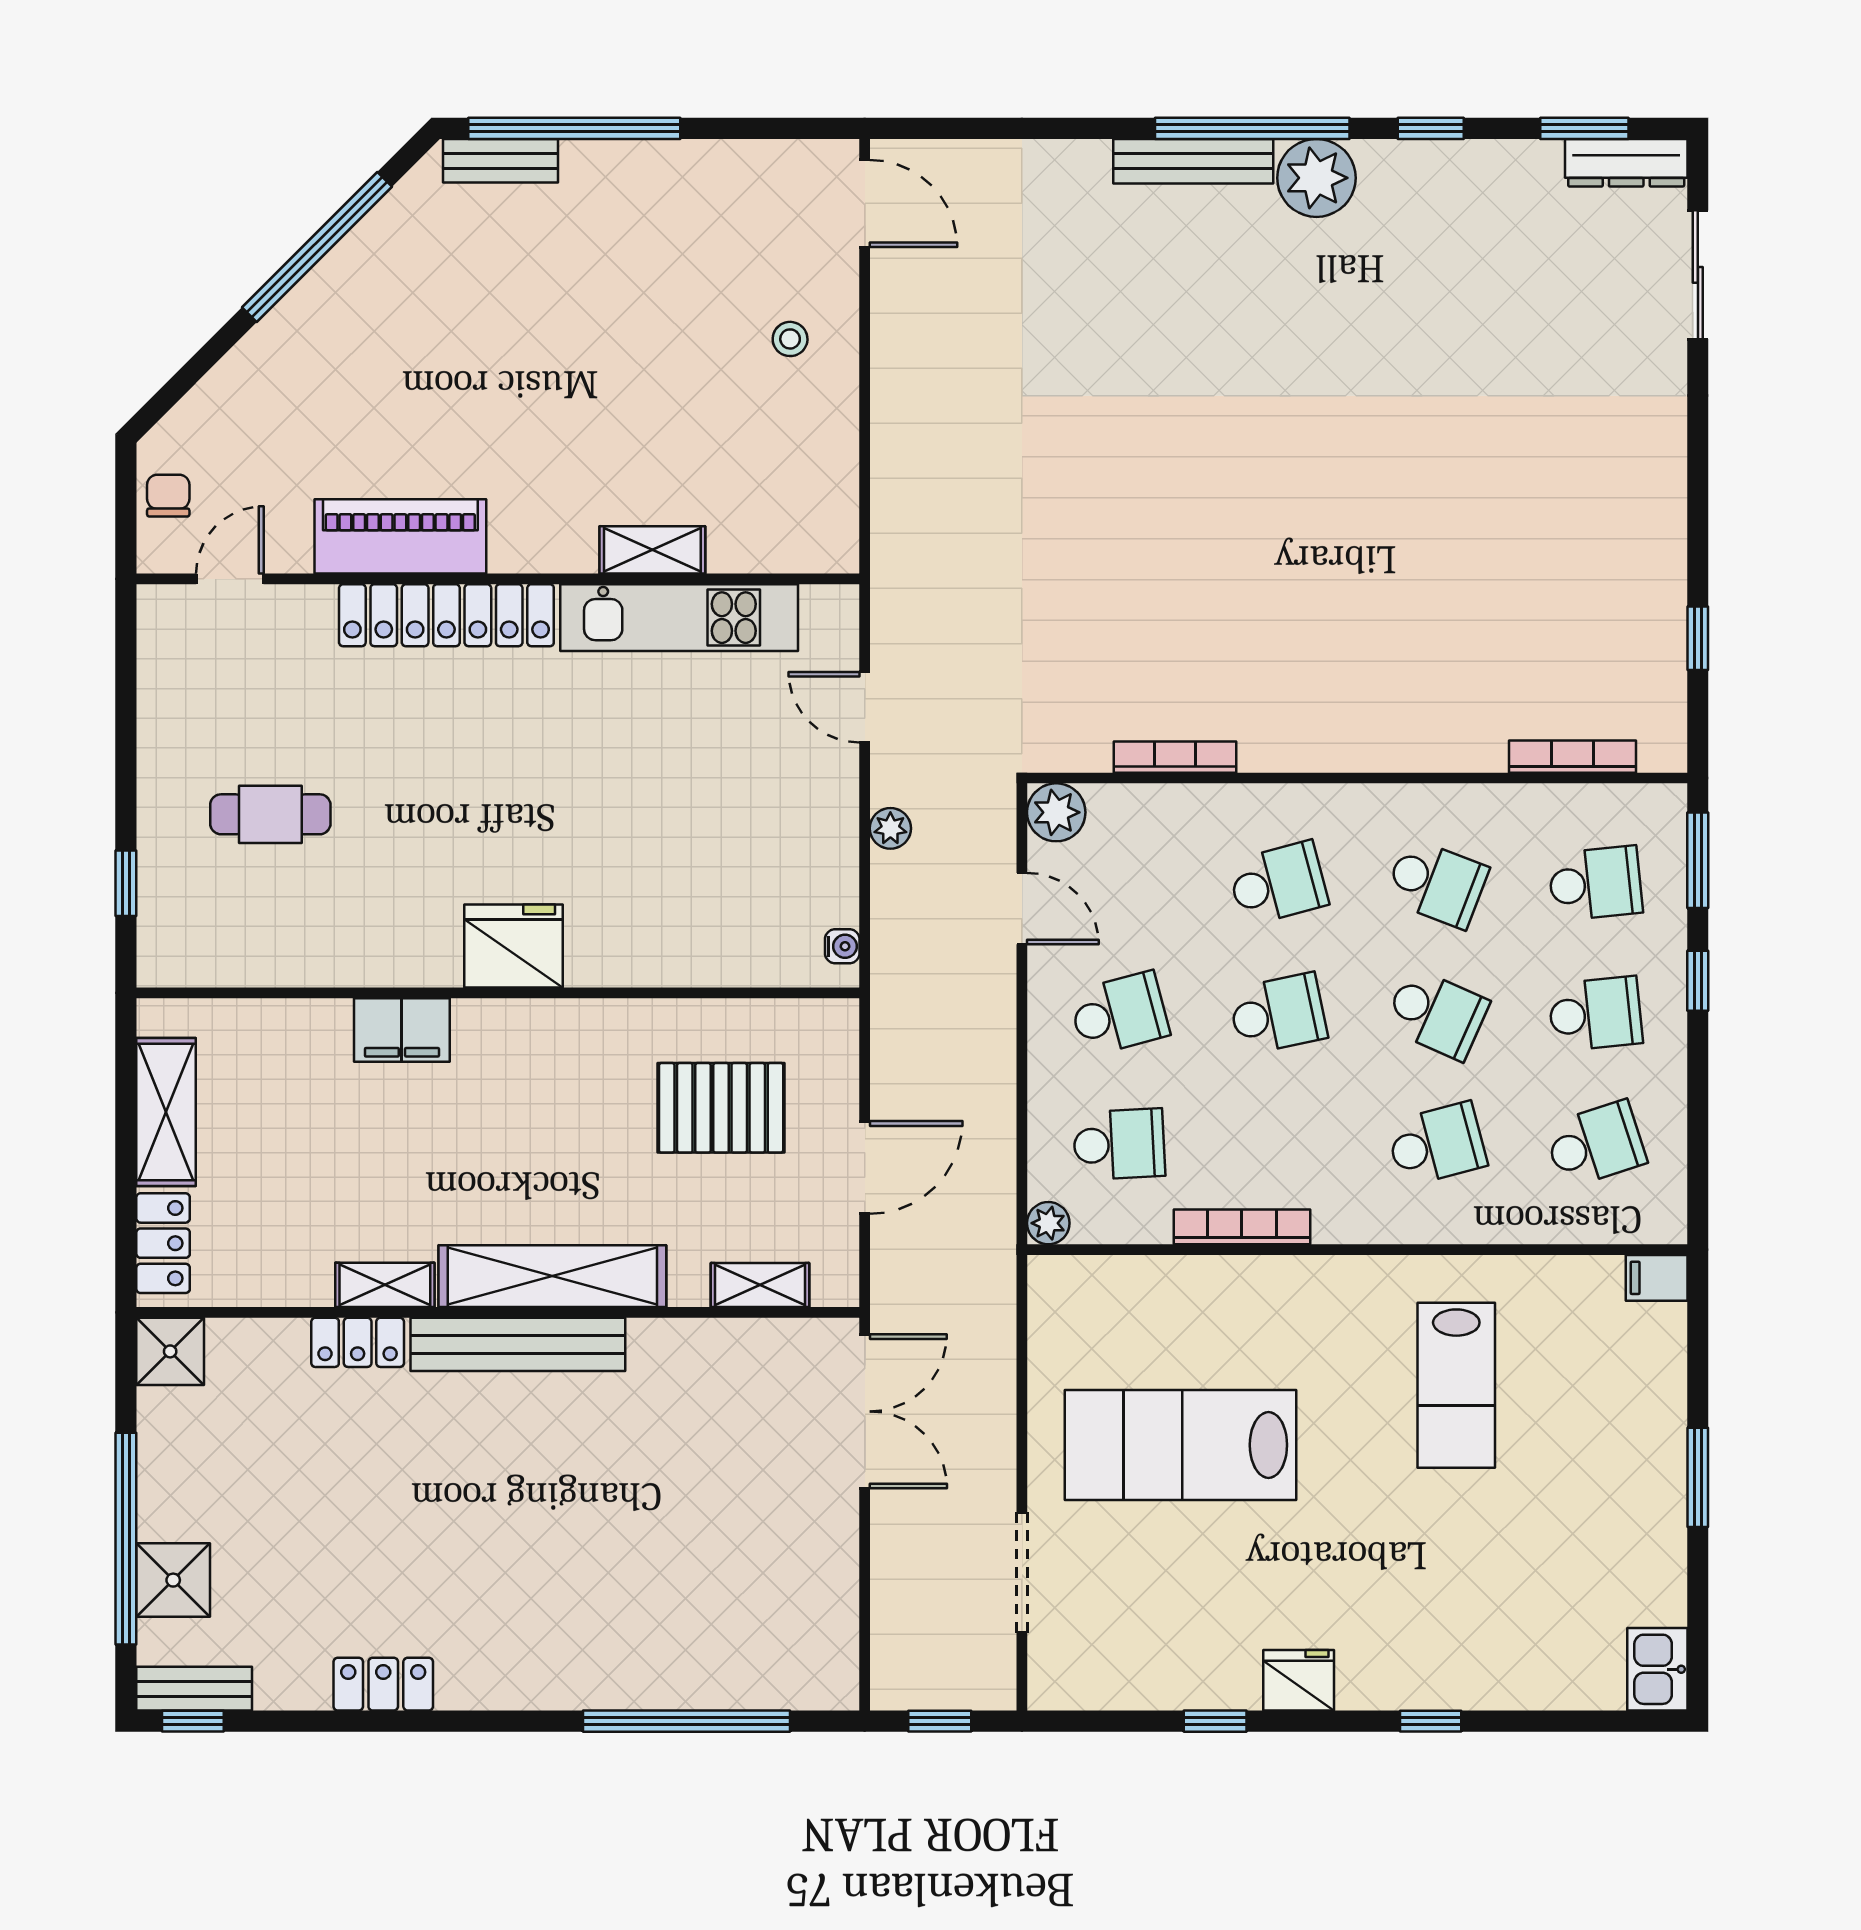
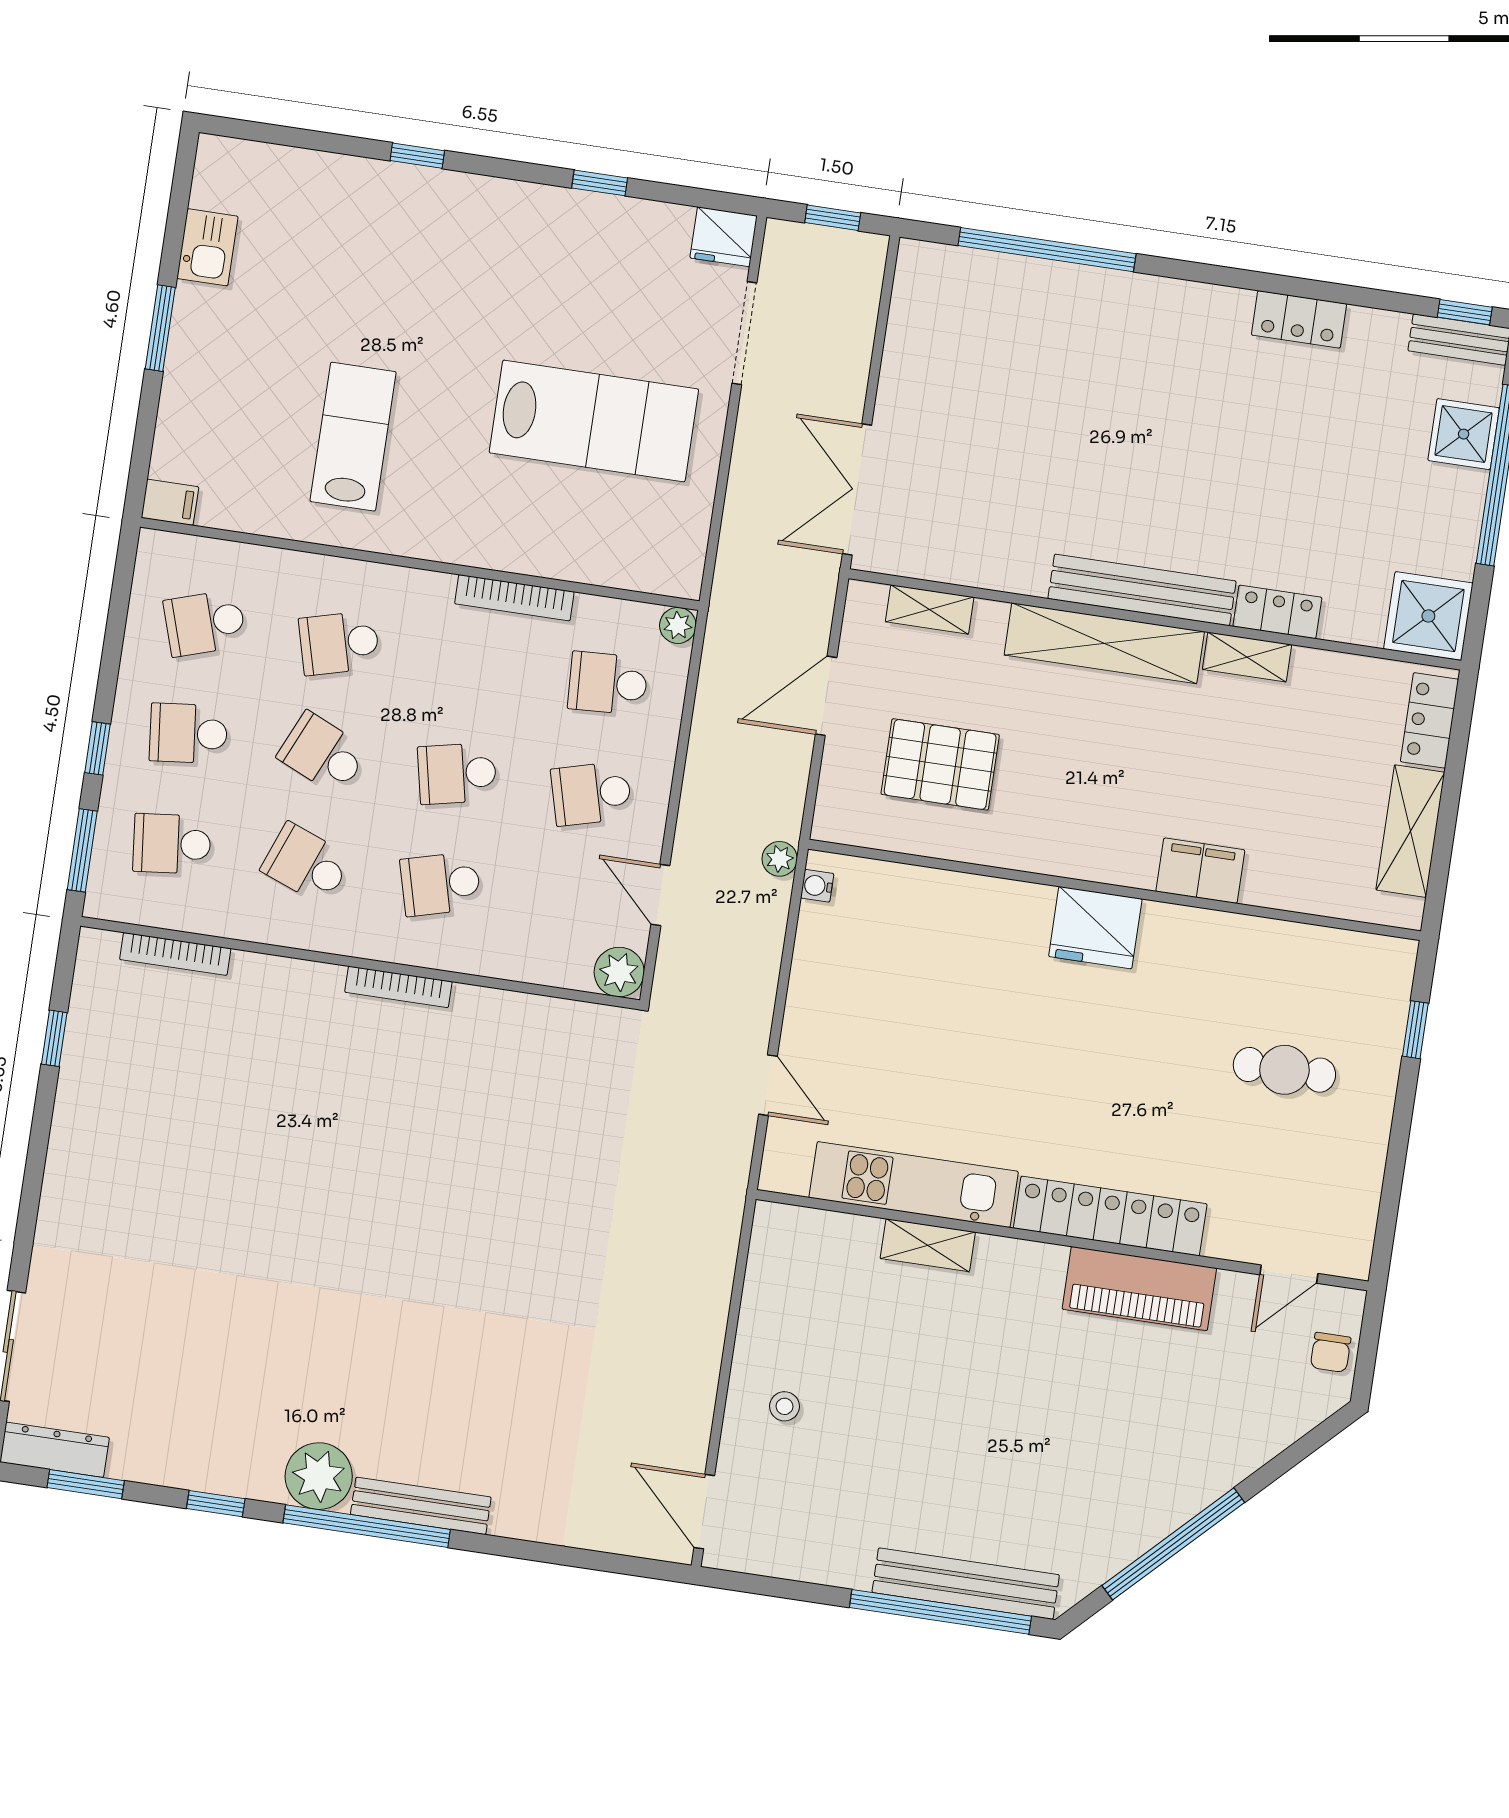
bench: (500, 161) -> (966, 1584), width x1.86, depth x1.21
bookcase: (1175, 757) -> (398, 987), moved
plant: (890, 828) -> (780, 859), moved
shower: (170, 1351) -> (1428, 616), width x1.36, depth x1.36
kitchen sink: (1657, 1669) -> (207, 247), moved
fridge: (1299, 1680) -> (724, 237), moved

